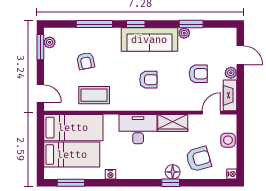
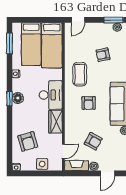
armchair: (198, 74) -> (93, 141), turned -62
coffee table: (94, 95) -> (80, 74), moved
door: (211, 113) -> (63, 151), hinge flipped
floor lamp: (173, 172) -> (18, 98), moved
window: (171, 183) -> (9, 99), moved

